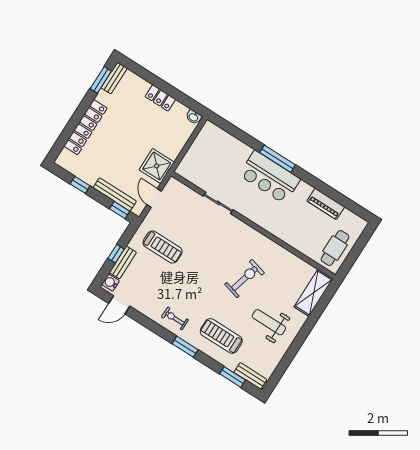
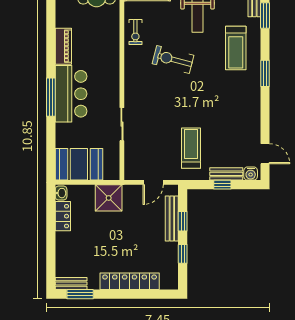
locker: (160, 98) -> (63, 216), moved
booth: (208, 147) -> (79, 164), added
shower: (157, 166) -> (109, 198), moved
piano: (326, 204) -> (63, 46), moved
window: (120, 210) -> (183, 221), moved
exercise bike: (175, 318) -> (135, 32), moved

